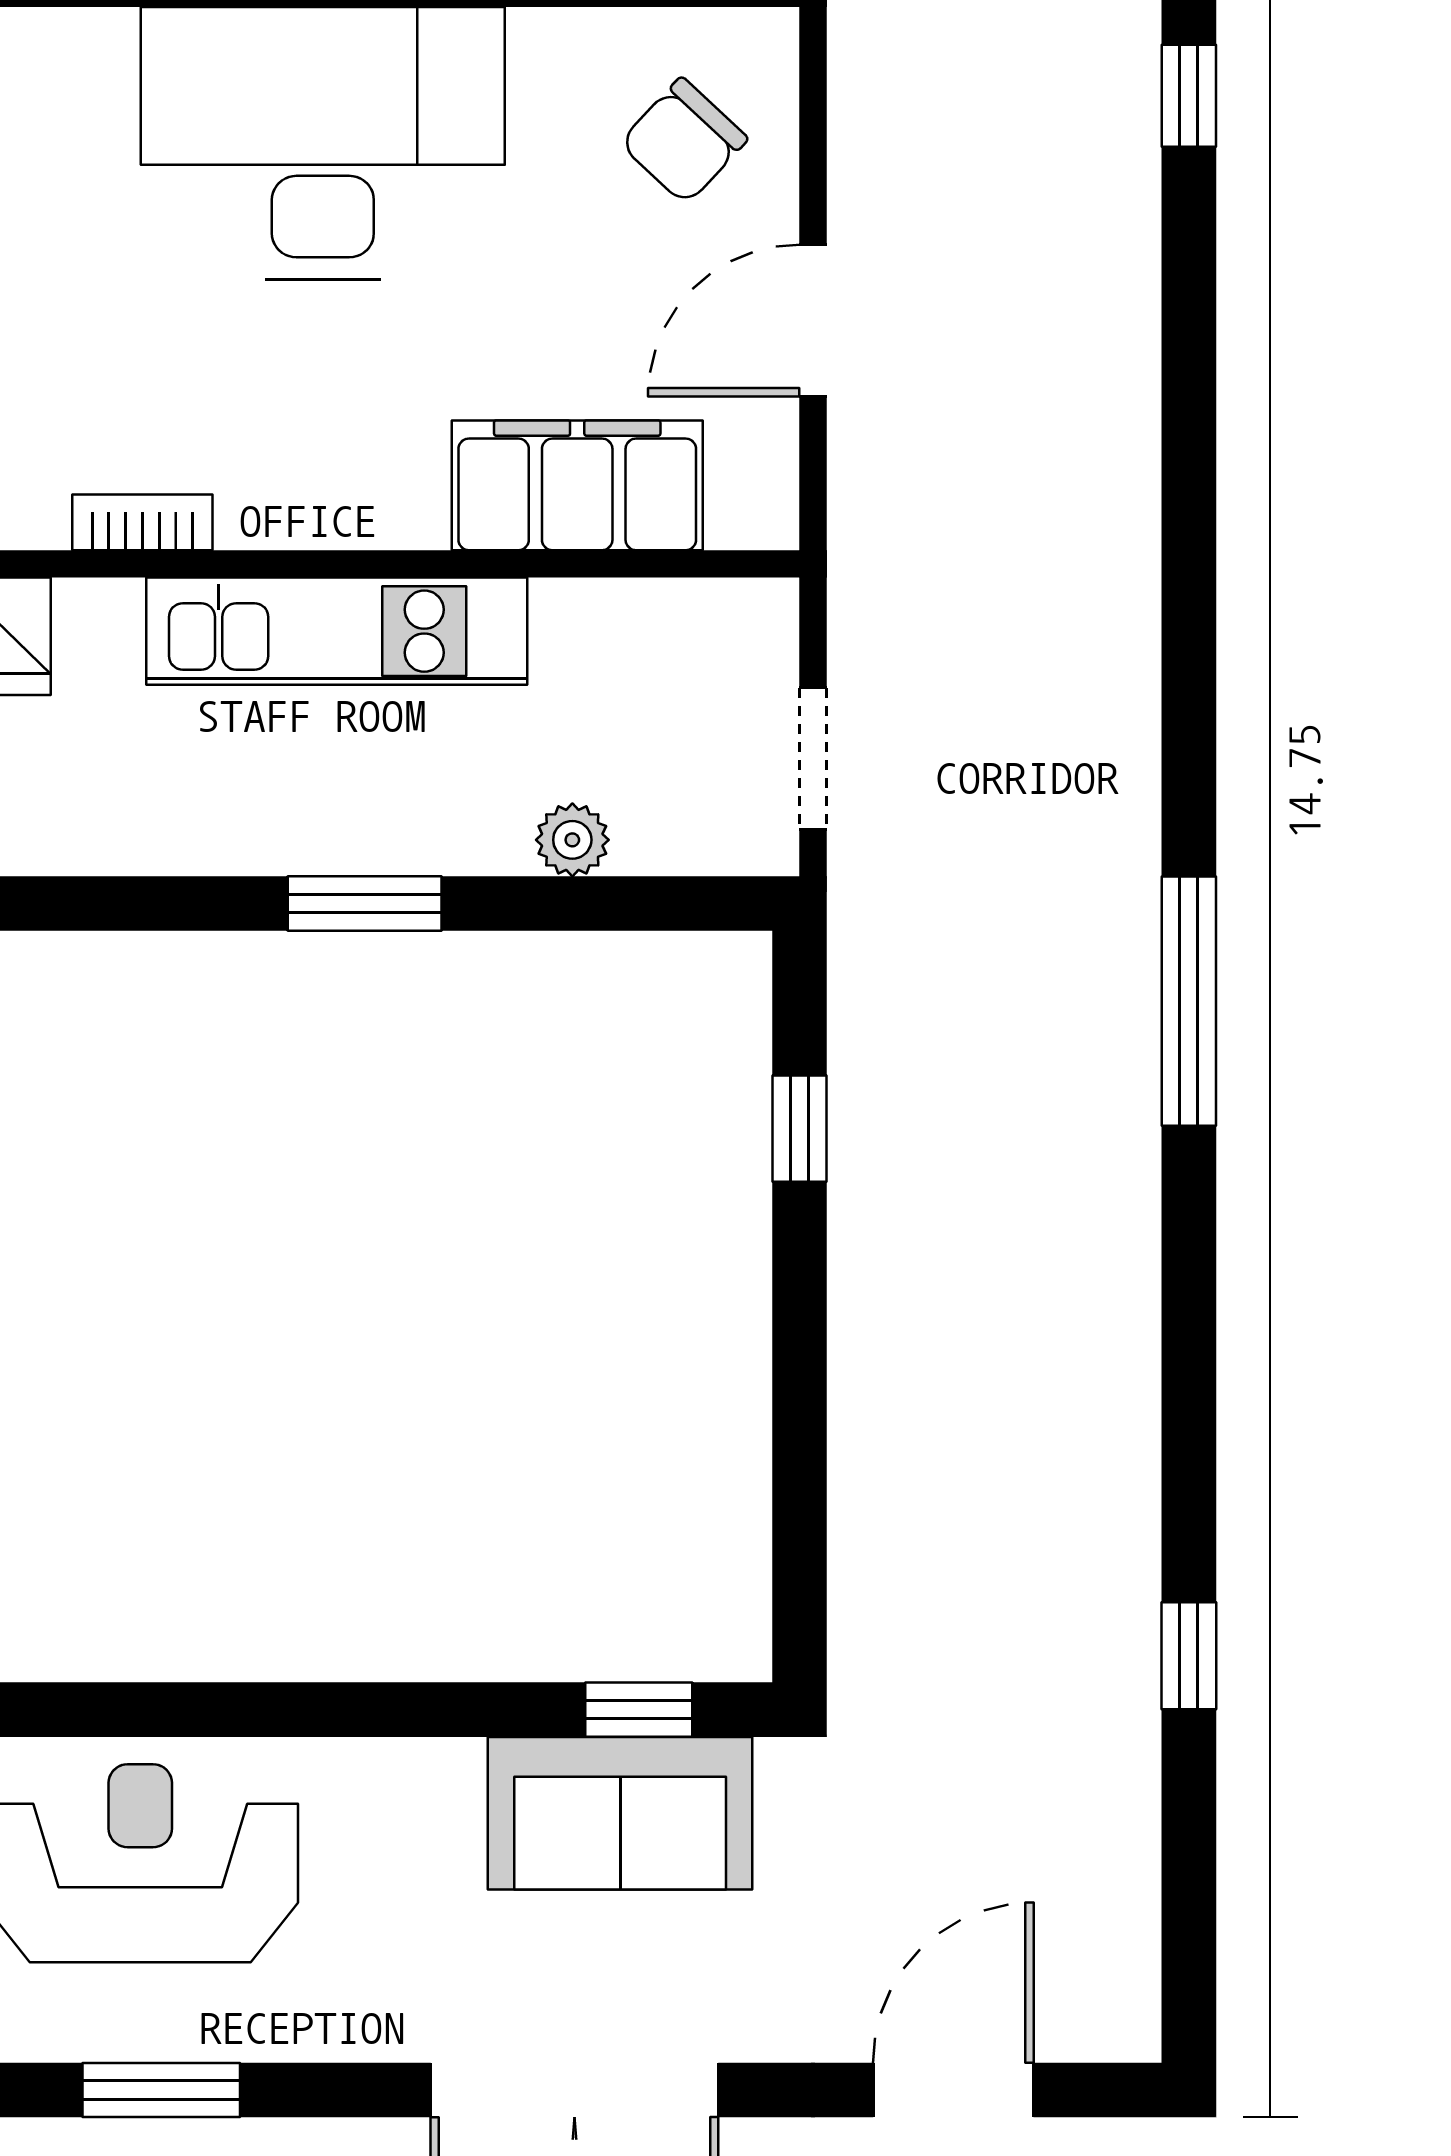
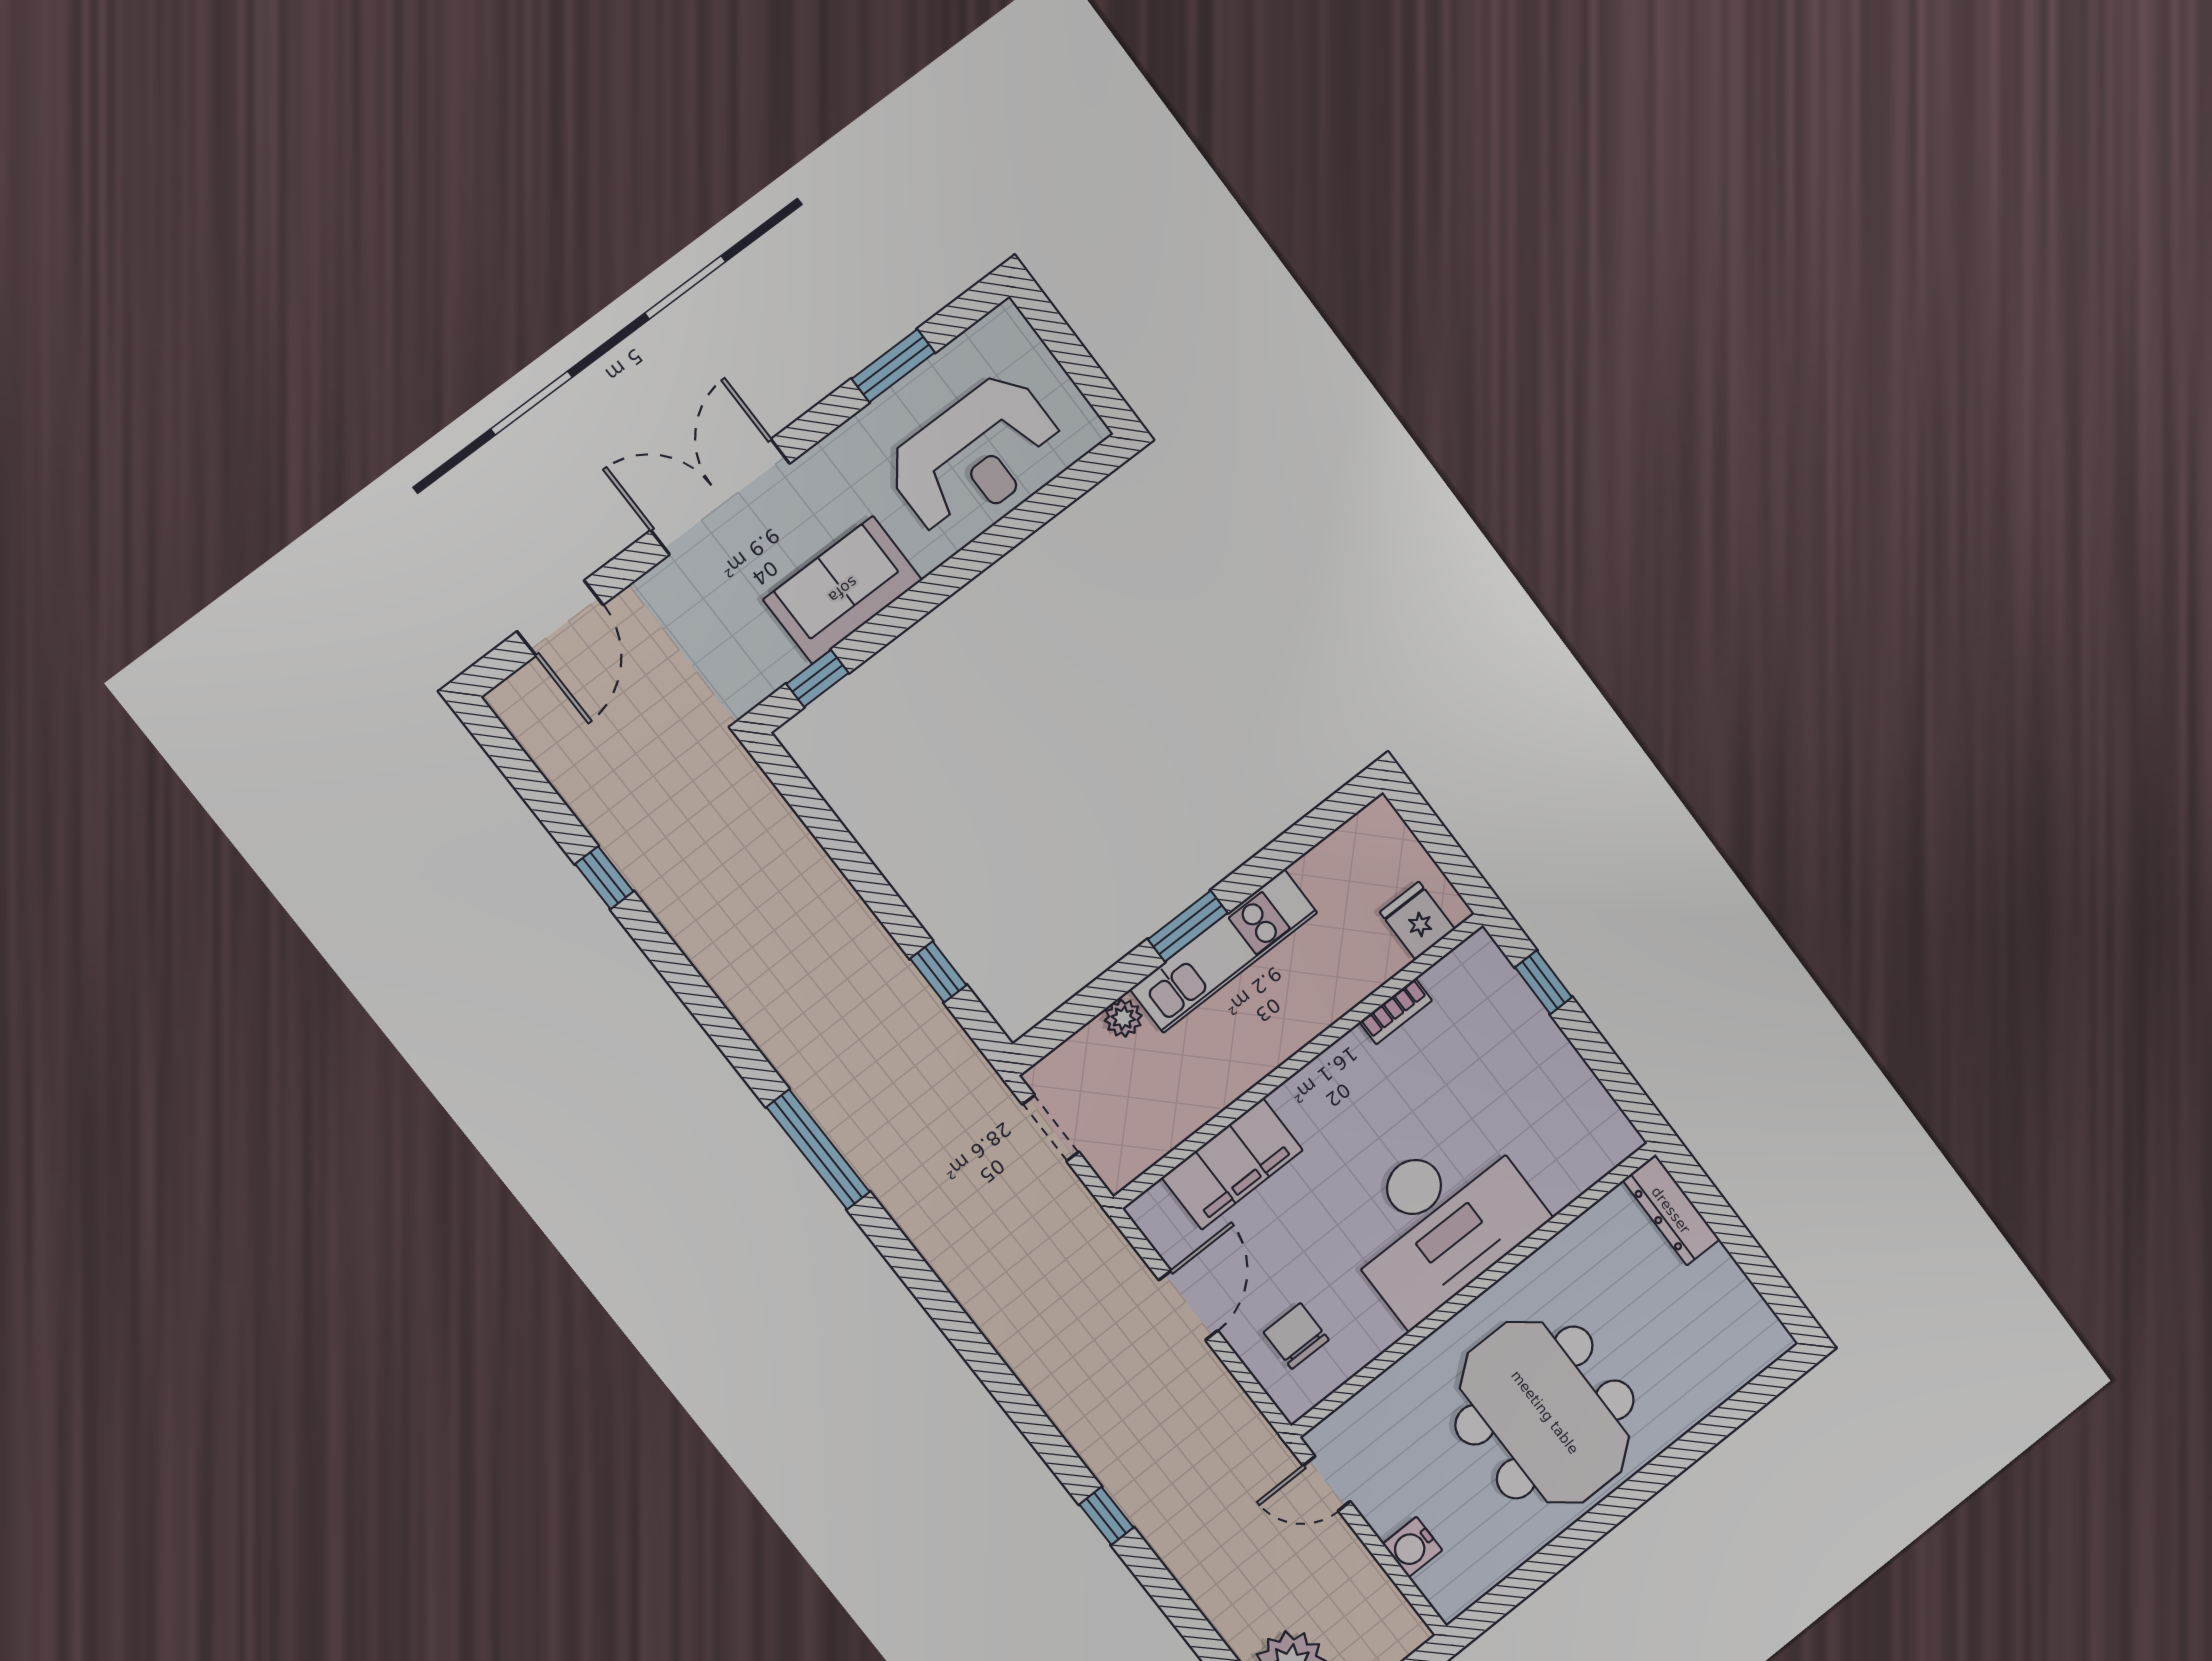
chair: (684, 141) -> (1296, 1336), turned -43
kitchen unit: (337, 631) -> (1224, 951), moved, turned 180
sofa: (620, 1813) -> (843, 590), moved

